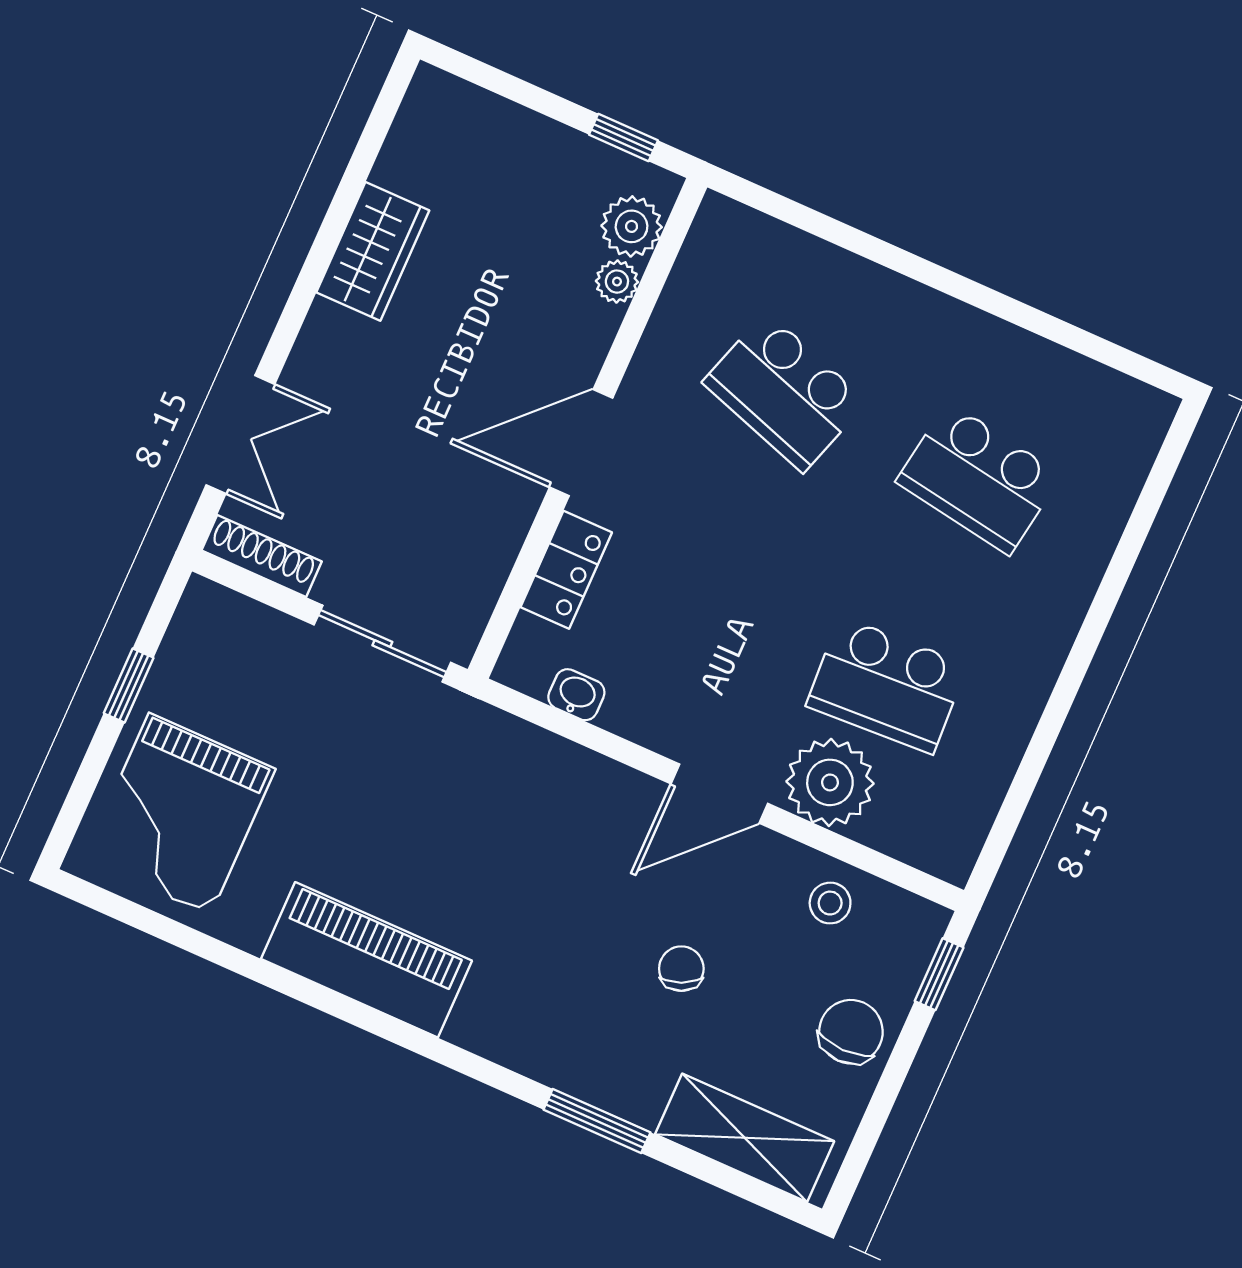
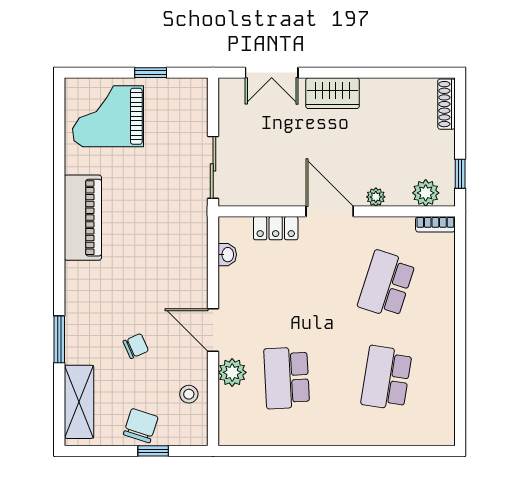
bookcase: (705, 235) -> (435, 224), added
wardrobe: (373, 251) -> (333, 93), moved
plant: (617, 282) -> (376, 197), moved
shoe rack: (262, 556) -> (446, 104), moved, turned 180
plant: (830, 782) -> (232, 372), width x0.73, depth x0.73
window: (939, 974) -> (153, 451), moved
chair: (851, 1032) -> (141, 426), turned -72

